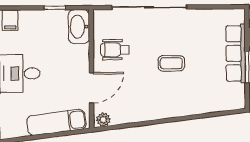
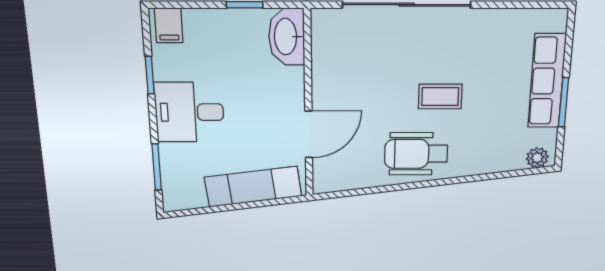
wheelchair: (115, 50) -> (416, 154), moved, width x1.36, depth x1.37
plant: (103, 120) -> (537, 158), moved

